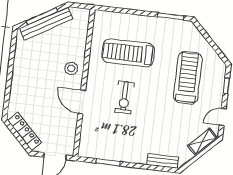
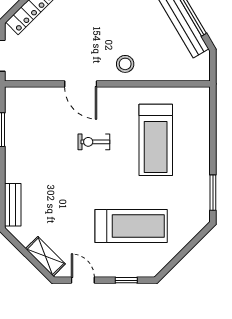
treadmill: (128, 53) -> (156, 140), turned 180
exercise bike: (124, 97) -> (94, 142), width x0.73, depth x0.72
door: (82, 102) -> (81, 84), swing flipped

